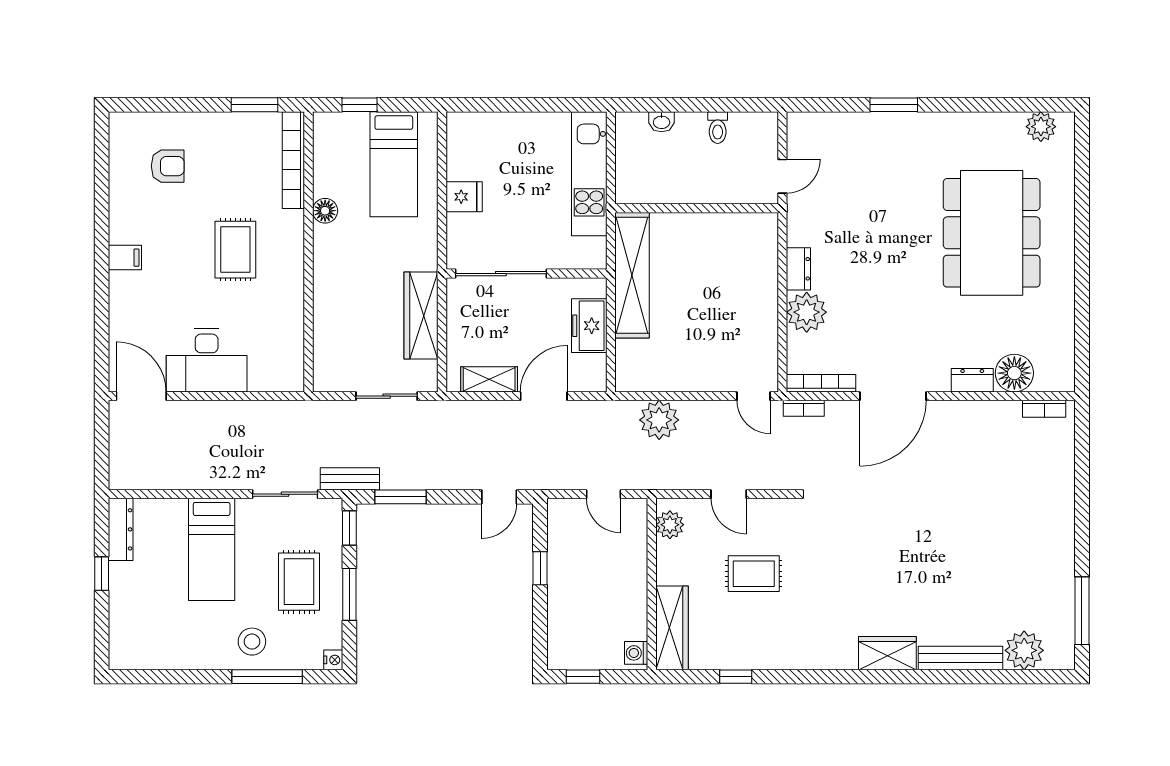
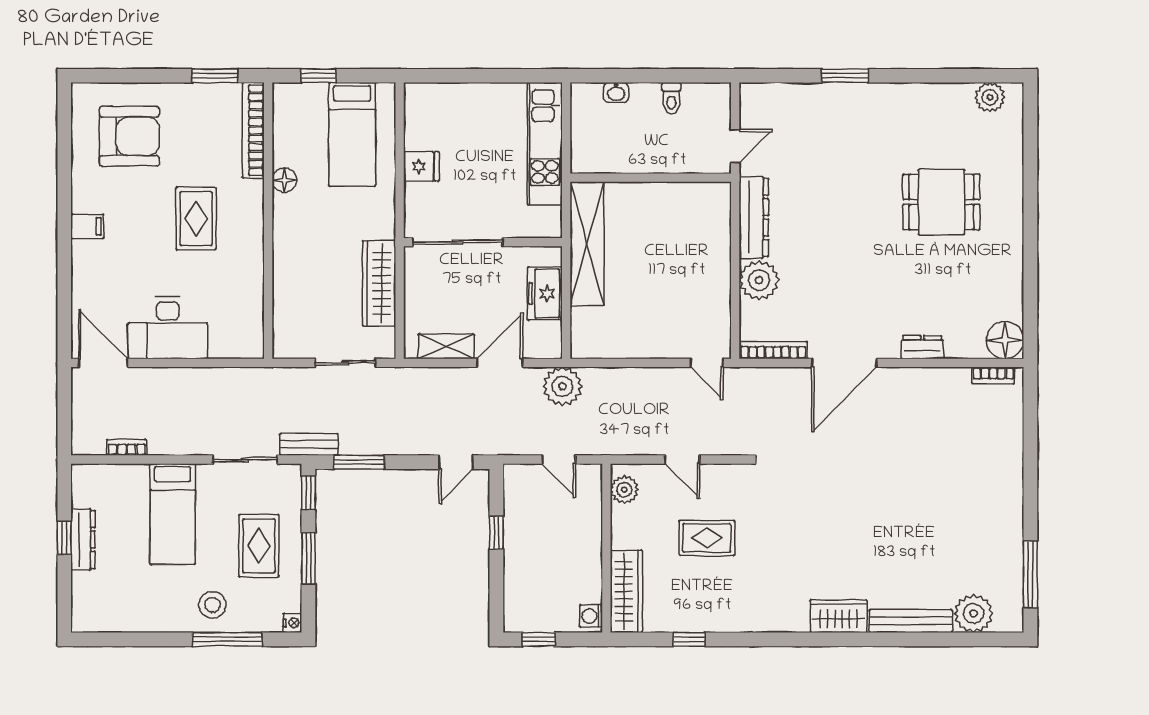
armchair: (168, 166) -> (129, 136), width x1.88, depth x1.88
dining table: (992, 233) -> (941, 202), width x0.53, depth x0.80
dresser: (798, 269) -> (754, 217), width x1.96, depth x1.24
floor lamp: (1014, 373) -> (1005, 340), moved
bookcase: (804, 408) -> (127, 447), moved, turned 180
plant: (659, 420) -> (562, 386), moved
dresser: (121, 529) -> (83, 539), moved

